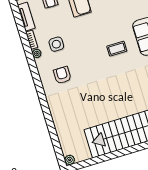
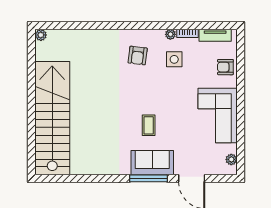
armchair: (62, 75) -> (138, 55), turned 97

